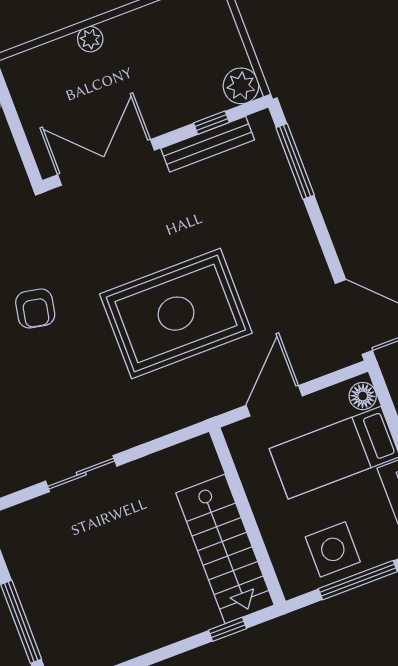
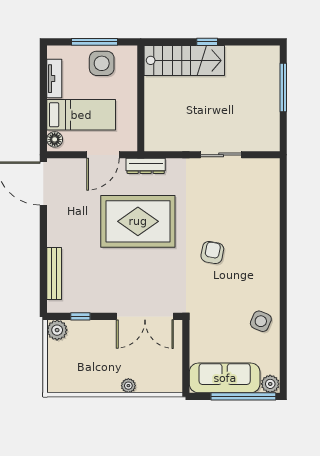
bench: (208, 144) -> (54, 273), moved, turned 90
window: (295, 161) -> (43, 279), removed
dresser: (198, 409) -> (146, 166), added
stairs: (225, 549) -> (184, 60), moved, turned 90
window: (227, 629) -> (207, 42), moved

